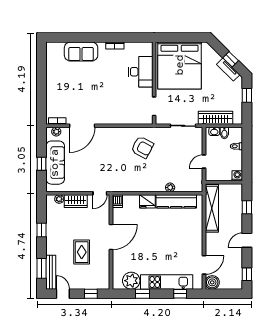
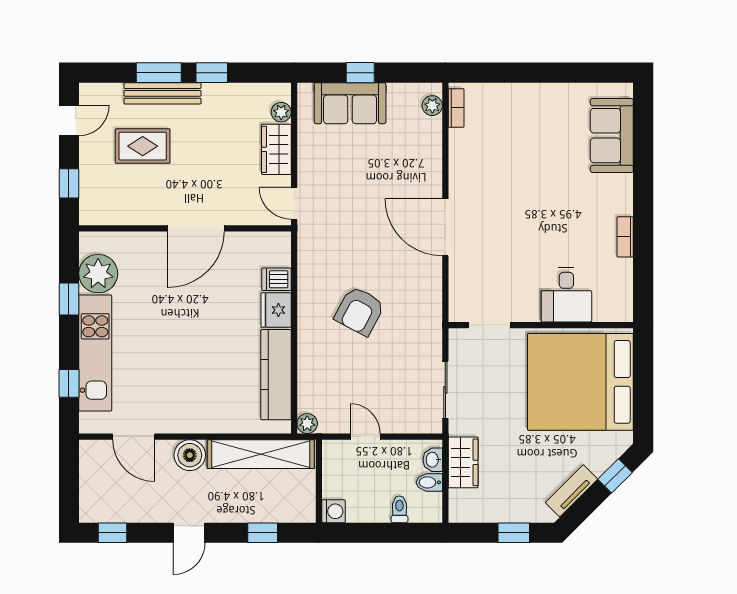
sofa: (81, 52) -> (612, 136), moved
window: (231, 59) -> (615, 476), moved
desk: (141, 72) -> (566, 295), width x0.73
wardrobe: (215, 118) -> (463, 462), width x0.67
door: (82, 126) -> (445, 227), moved
armchair: (142, 147) -> (360, 311), moved
sofa: (55, 163) -> (350, 103), width x0.73
plant: (170, 187) -> (307, 424), moved
dishwasher: (117, 201) -> (277, 279), moved
door: (111, 237) -> (196, 228), hinge flipped
door: (247, 240) -> (189, 533), swing flipped
rug: (82, 252) -> (143, 146), moved
window: (42, 268) -> (159, 73), moved
bench: (51, 272) -> (162, 93), moved
boiler: (212, 282) -> (190, 455), moved

